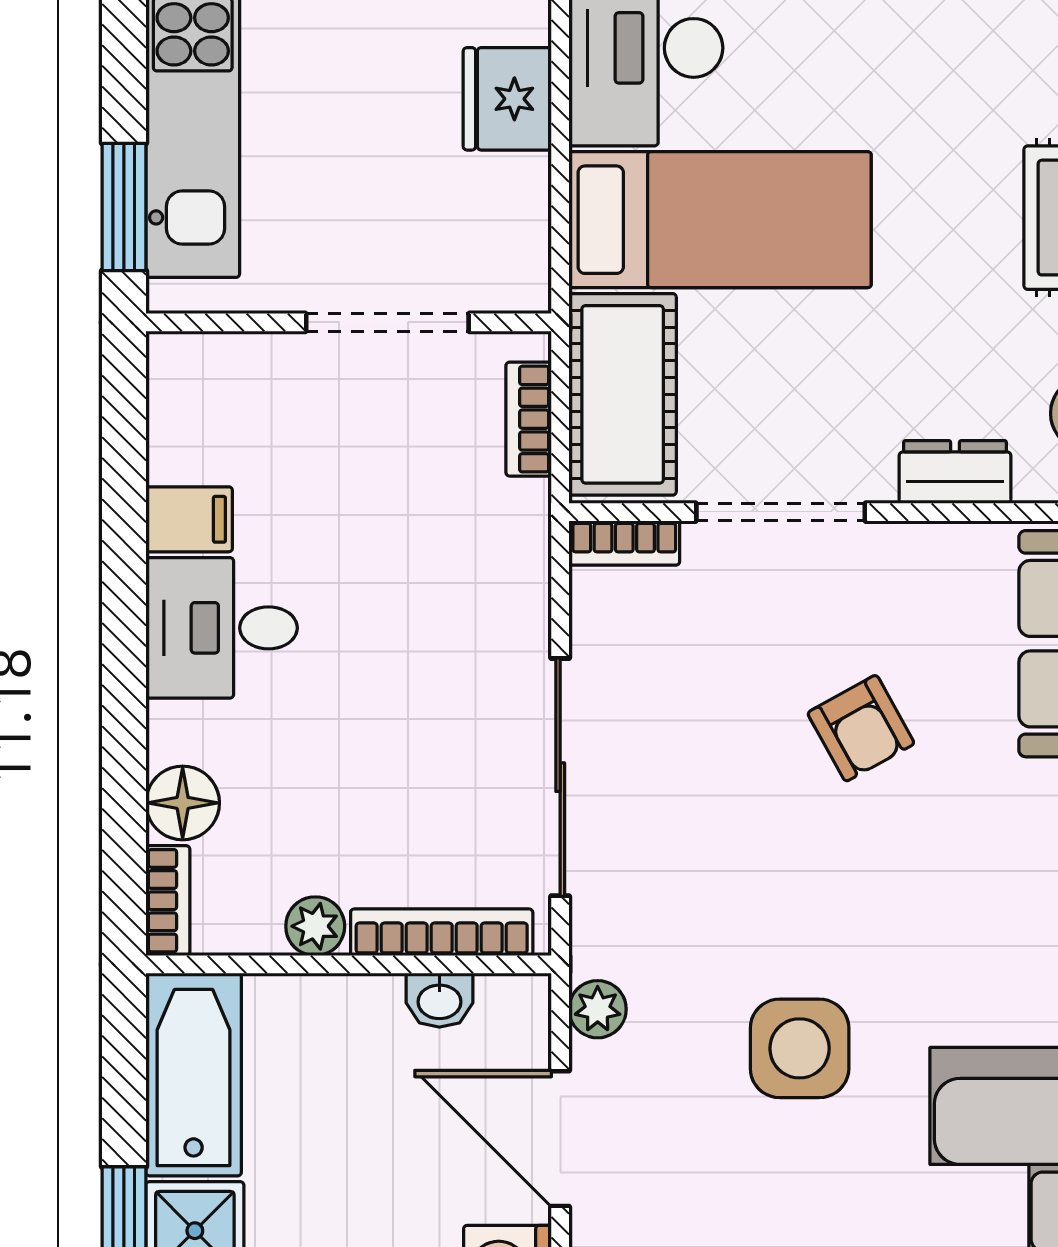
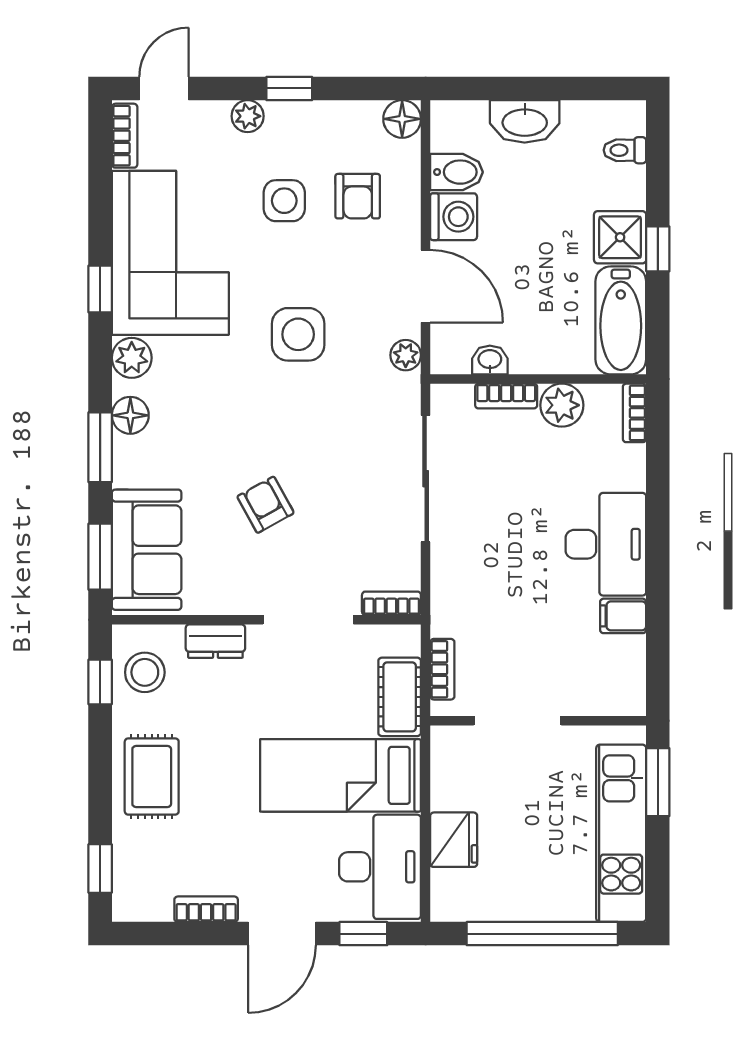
cot: (623, 394) -> (400, 697), width x0.73, depth x0.75
desk: (222, 628) -> (606, 544), width x1.37
floor lamp: (183, 803) -> (627, 465), removed
plant: (315, 926) -> (562, 405), width x1.38, depth x1.38
bookcase: (442, 932) -> (506, 396), width x0.64

